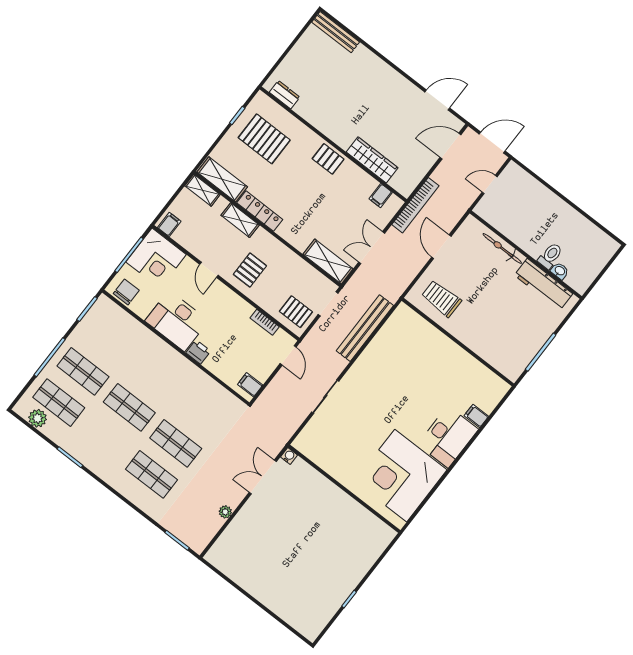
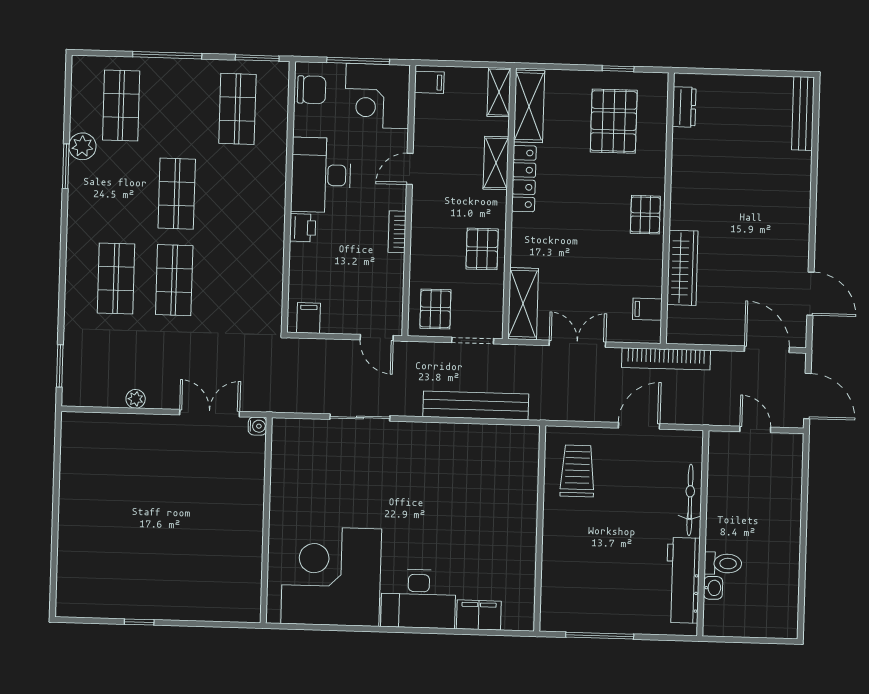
pallet: (250, 270) -> (482, 249), moved, turned 90
bookcase: (265, 322) -> (397, 232), moved
door: (288, 355) -> (377, 338), hinge flipped
shop shelf: (83, 371) -> (237, 109), moved
filing cabinet: (476, 416) -> (479, 615), width x2.00
plant: (38, 418) -> (82, 146), moved

